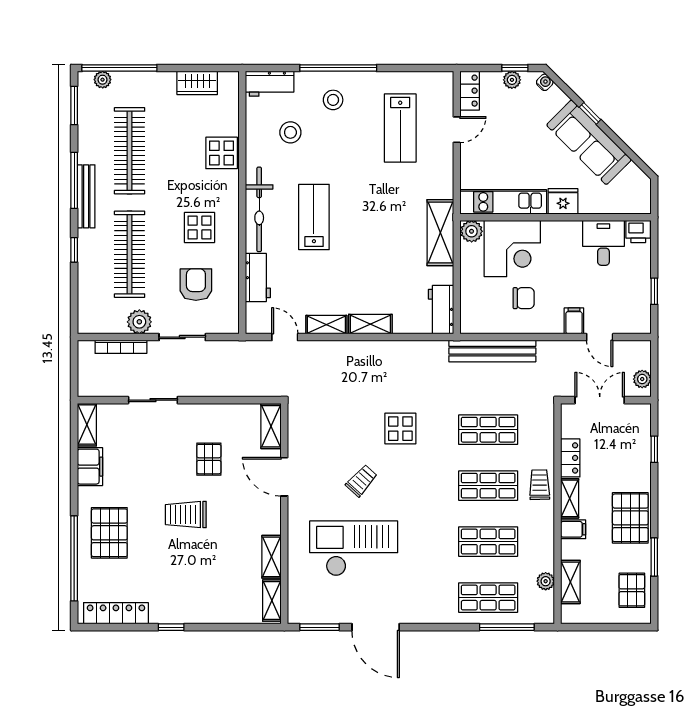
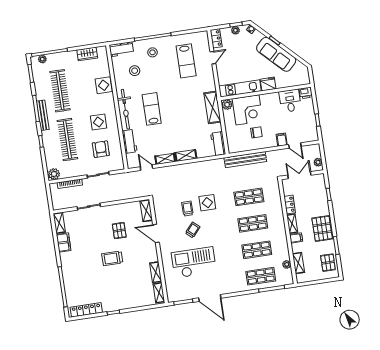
plant: (139, 322) -> (54, 174), moved
trolley: (540, 485) -> (187, 209), moved
pallet: (109, 533) -> (77, 272), removed

